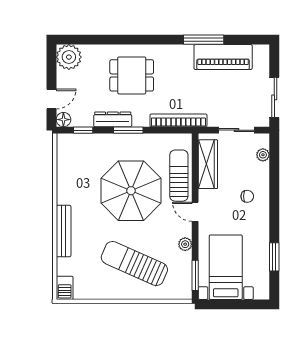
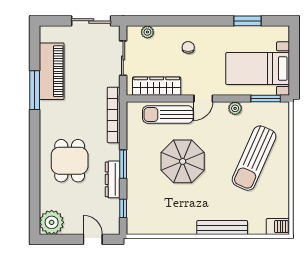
floor lamp: (63, 120) -> (113, 228), removed
parasol: (131, 191) -> (183, 161), width x0.73, depth x0.73

